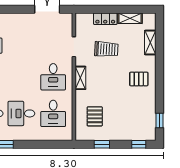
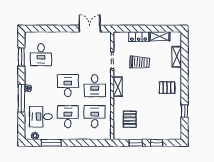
desk: (21, 77) -> (68, 86), added
desk: (21, 113) -> (68, 117), turned 90
desk: (53, 113) -> (95, 117), turned 180
window: (160, 121) -> (184, 111), moved
window: (139, 144) -> (157, 143), moved

